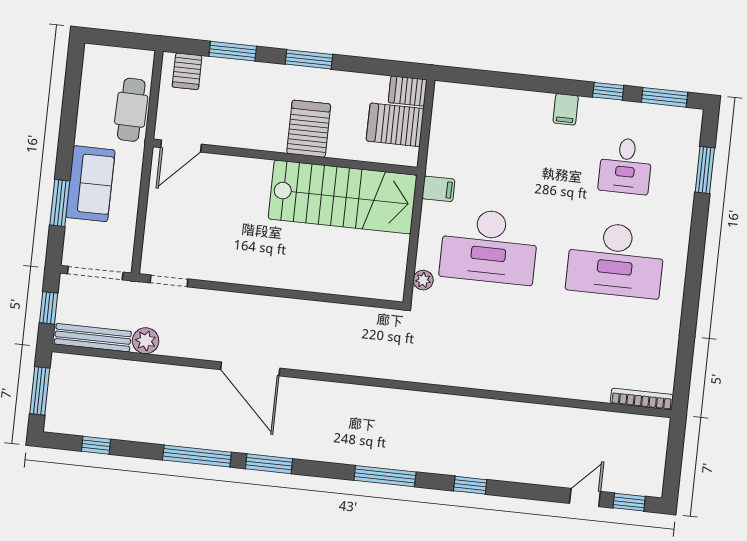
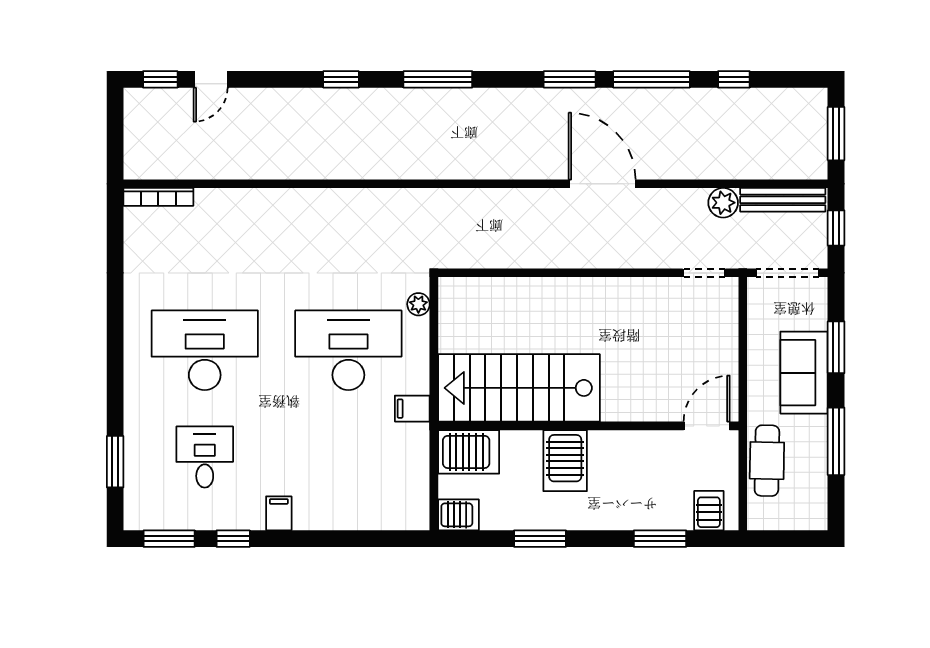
window: (309, 59) -> (540, 539), moved
window: (69, 120) -> (836, 441), added
server rack: (395, 125) -> (469, 452), moved
window: (96, 445) -> (734, 79), moved

